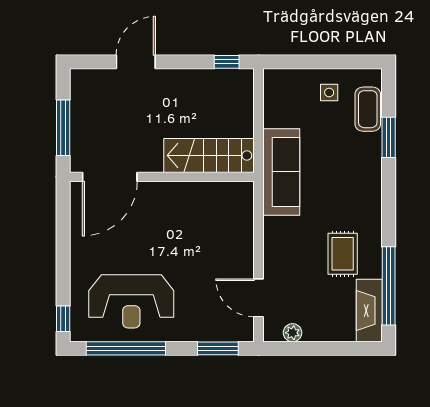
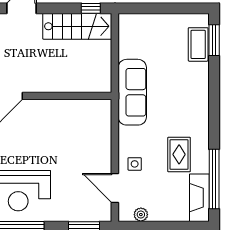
side table: (329, 92) -> (135, 164), moved
window: (389, 137) -> (214, 40), moved
stairs: (209, 155) -> (77, 26), moved, turned 180

